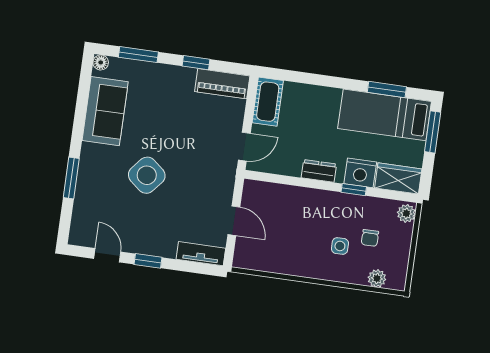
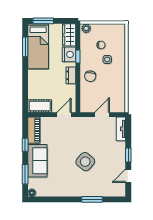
sofa: (105, 111) -> (37, 161), moved, turned 90
door: (244, 147) -> (64, 115), hinge flipped
chair: (312, 208) -> (90, 76), added
plant: (377, 278) -> (121, 39), removed

